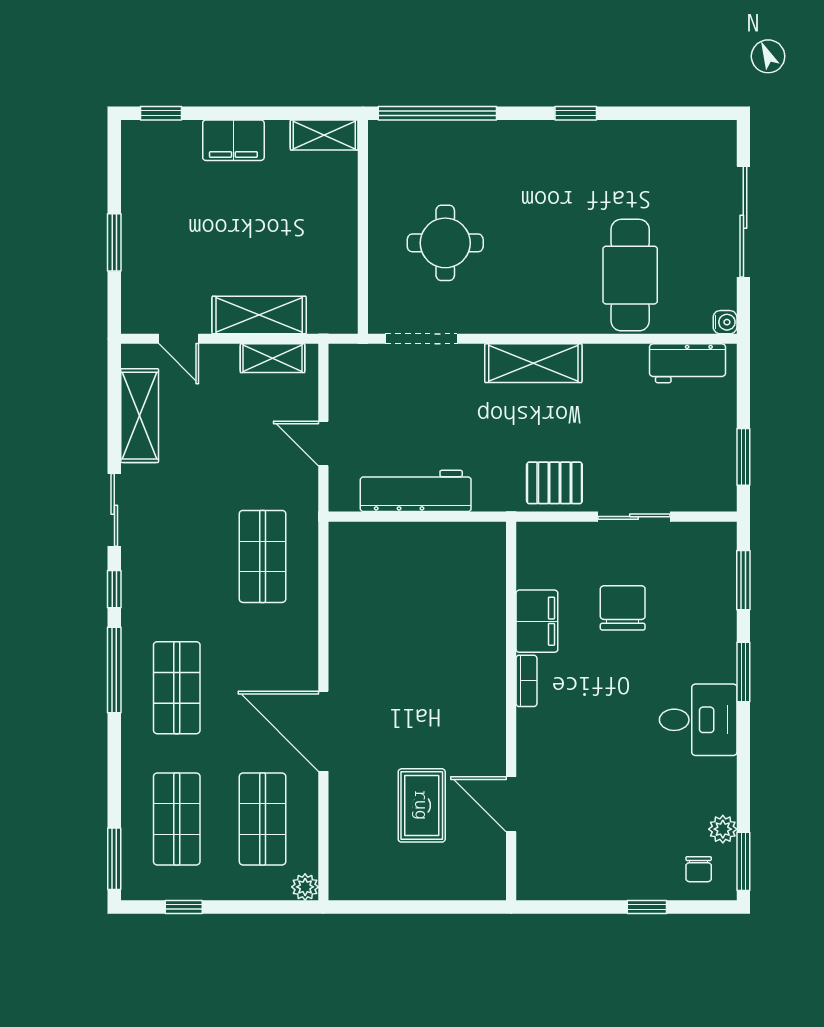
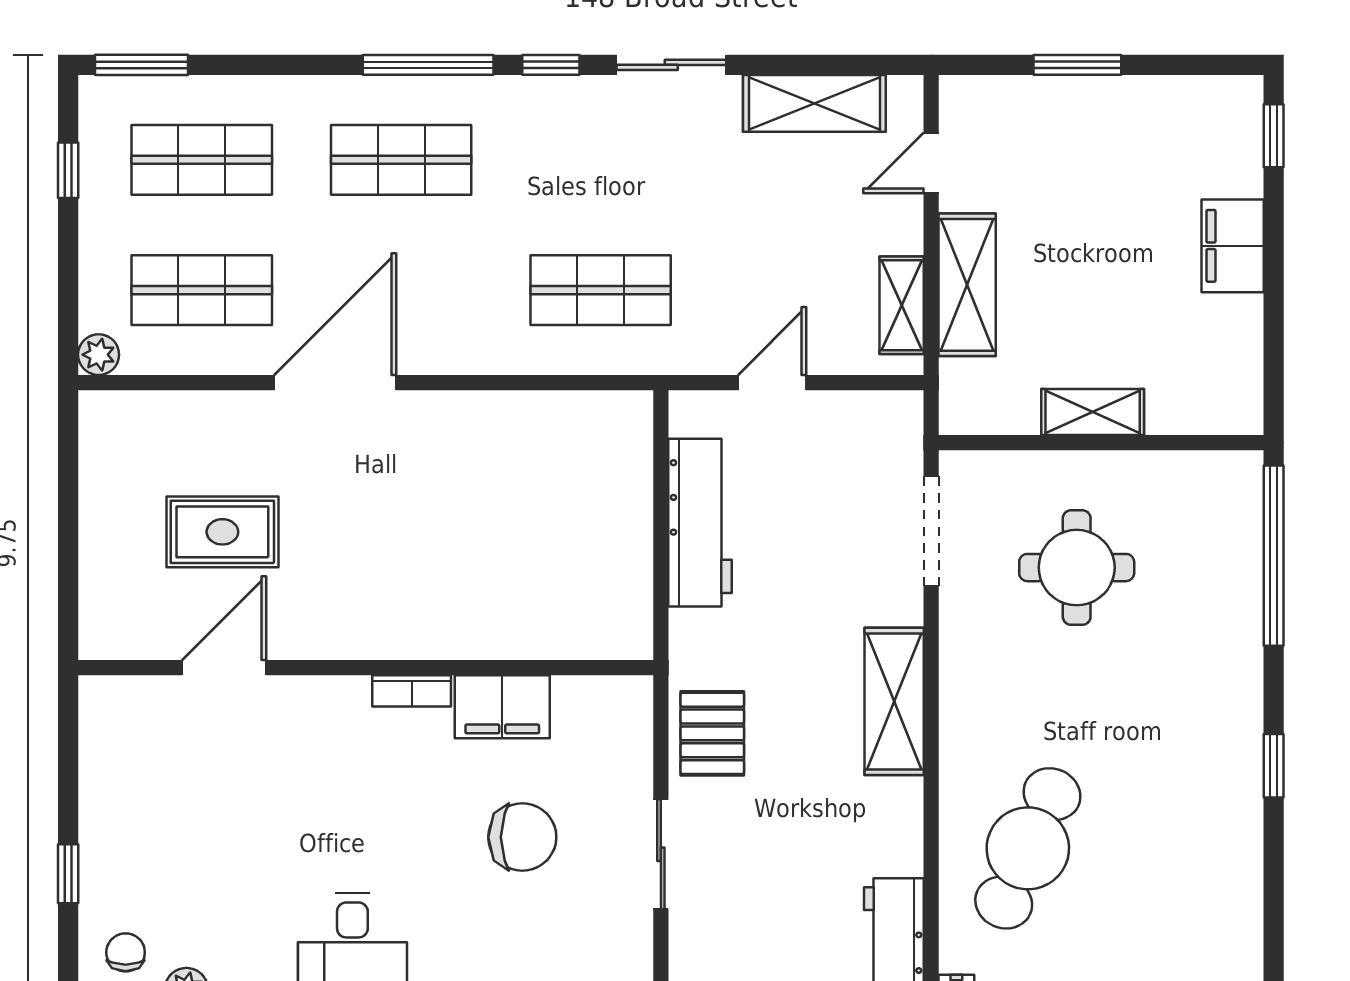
shelving: (324, 135) -> (1093, 412), moved, turned 90
cafe table: (630, 275) -> (1028, 848), turned -66
chair: (699, 869) -> (126, 952), turned 90

